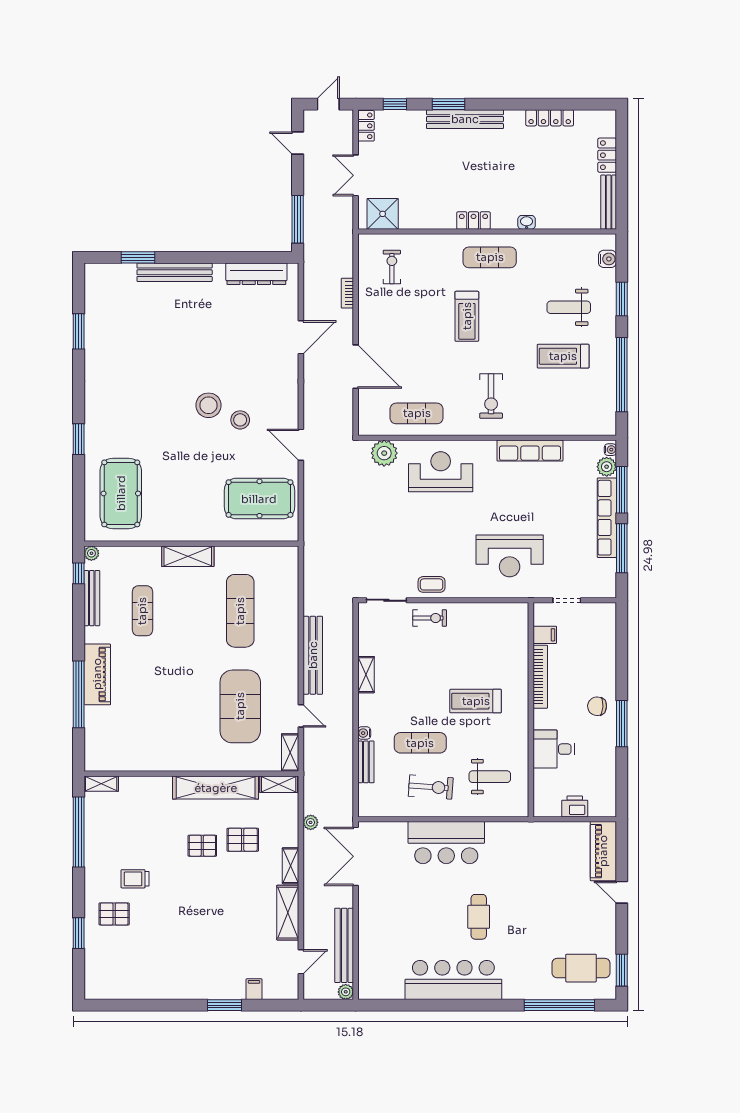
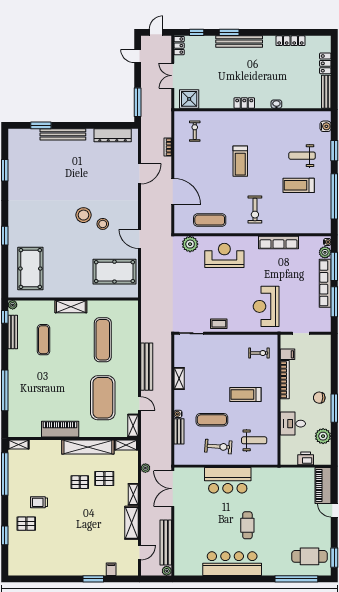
exercise mat: (490, 257) -> (254, 125), removed
reception desk: (510, 556) -> (266, 306), turned 90
exercise bike: (430, 618) -> (259, 353), moved
piano: (97, 674) -> (60, 429), moved, turned -90
plant: (603, 770) -> (323, 436), added

